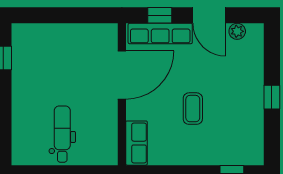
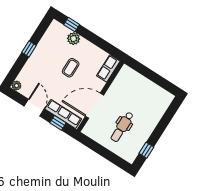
plant: (237, 31) -> (17, 86), moved
dental chair: (62, 134) -> (122, 127), moved
plant: (216, 154) -> (74, 39), added

